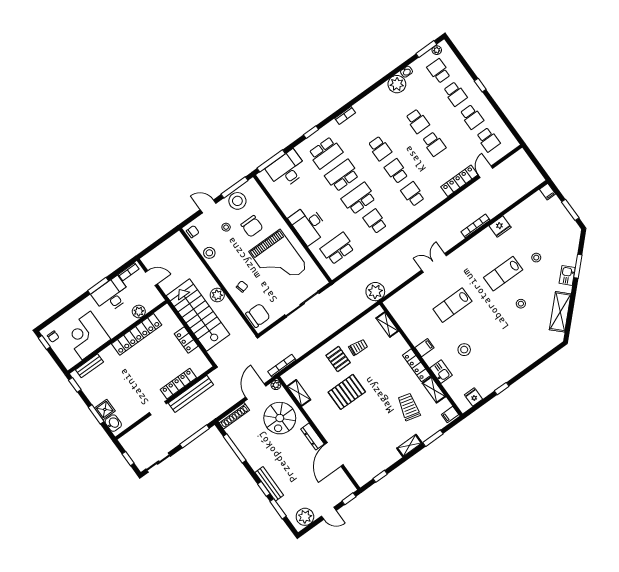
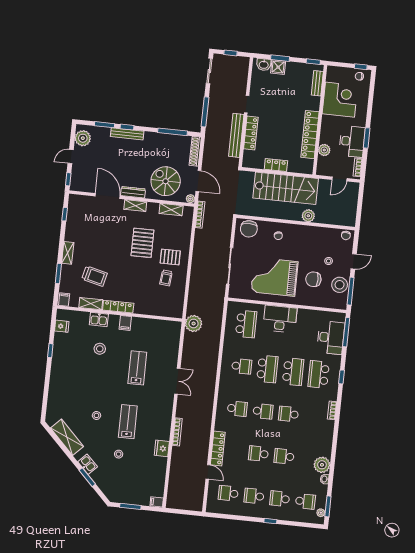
stool: (209, 253) -> (321, 234), removed
plant: (217, 295) -> (308, 216), moved
shelving: (387, 325) -> (135, 206), moved

